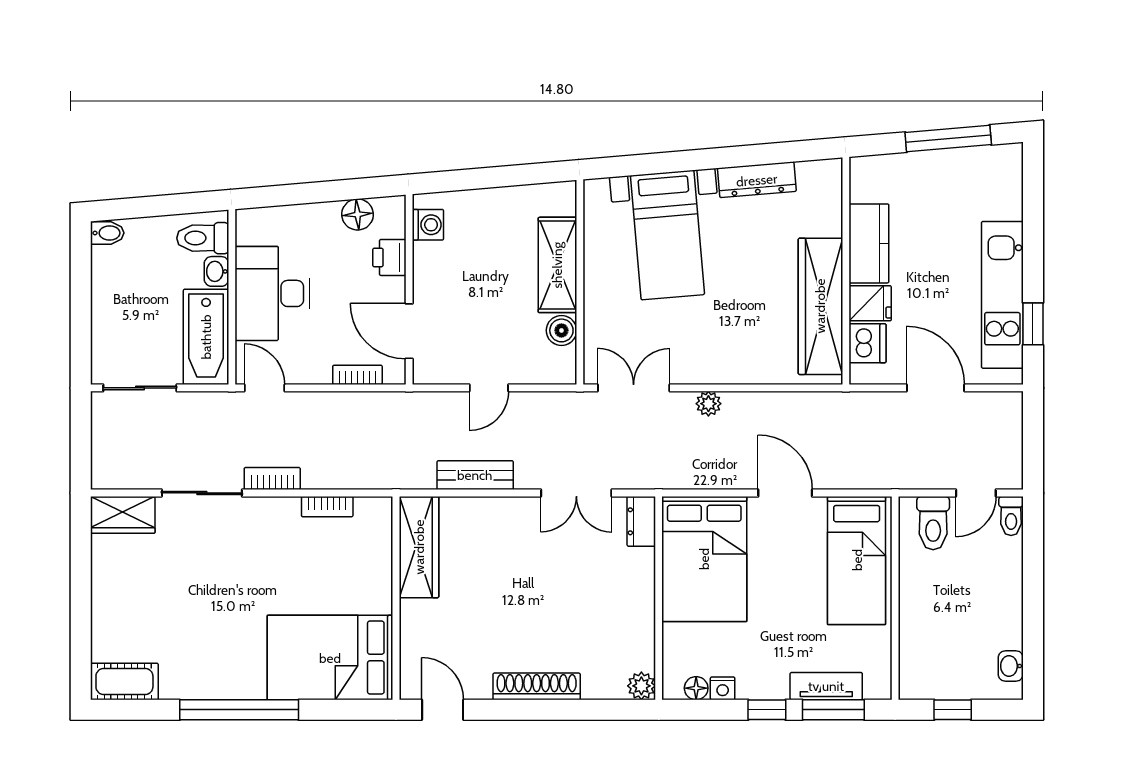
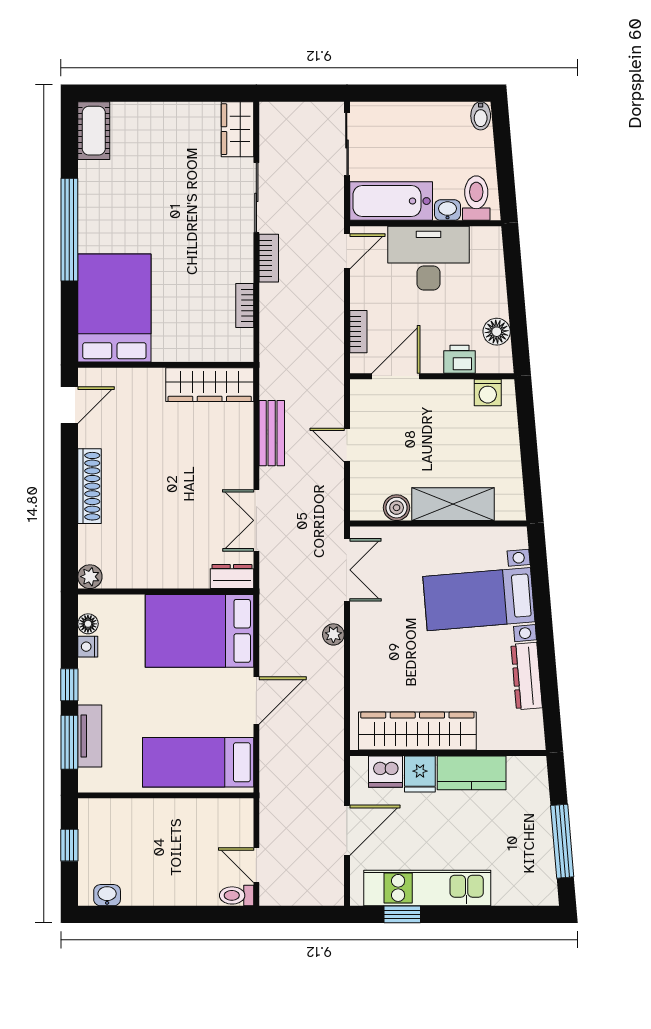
toilet: (933, 523) -> (230, 828), removed

